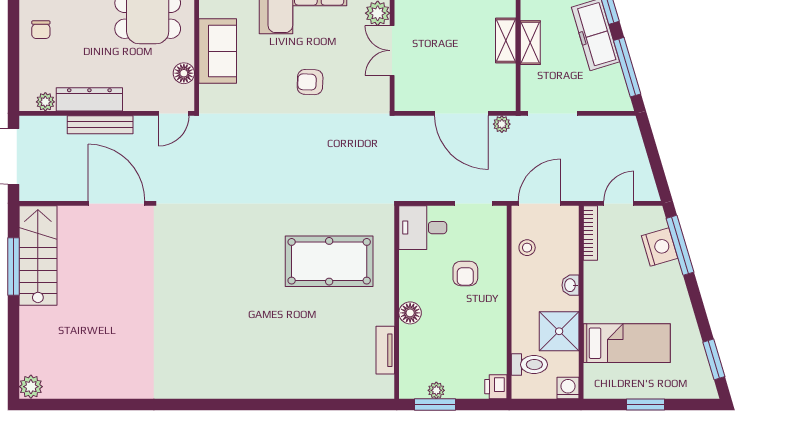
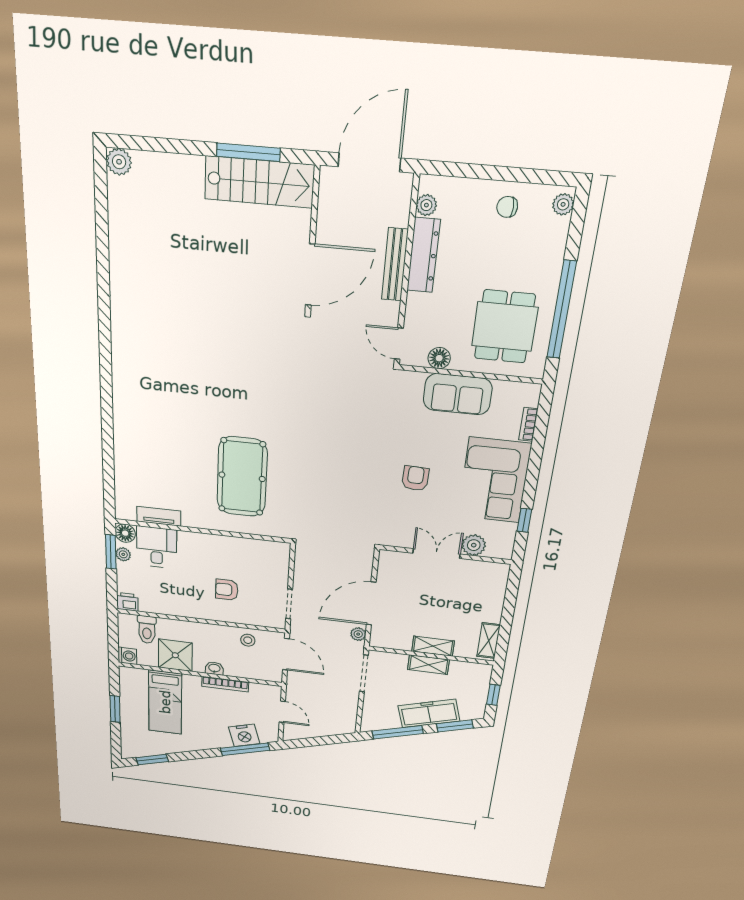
desk: (423, 228) -> (157, 547), moved
bookcase: (590, 233) -> (225, 684), moved
floor lamp: (410, 313) -> (125, 533), moved

